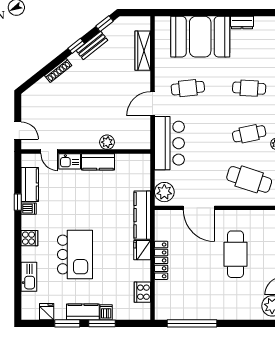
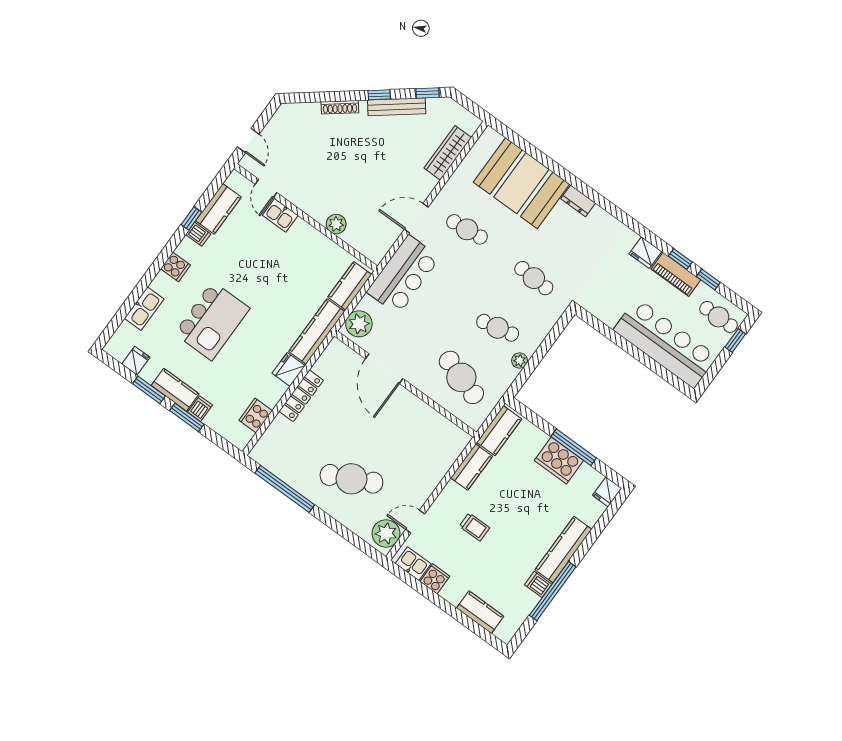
bench: (92, 45) -> (397, 107), width x1.36
kitchen counter: (98, 162) -> (350, 286), moved, turned 90
cafe table: (236, 254) -> (351, 479), moved, turned 64

